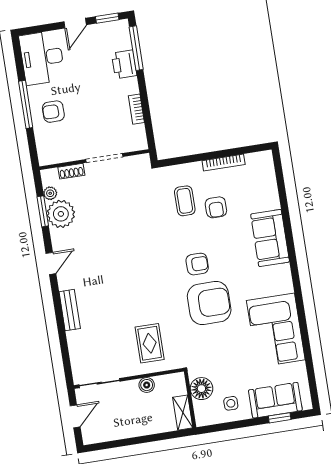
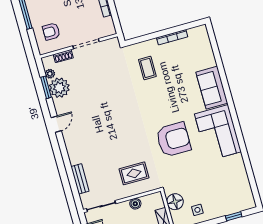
armchair: (53, 112) -> (51, 31), moved
armchair: (216, 207) -> (170, 70), removed
armchair: (197, 264) -> (162, 112), removed
bench: (70, 310) -> (80, 179), moved
corner sofa: (276, 330) -> (218, 133), moved
rug: (150, 343) -> (134, 173), turned 90
sofa: (275, 400) -> (229, 204), removed

